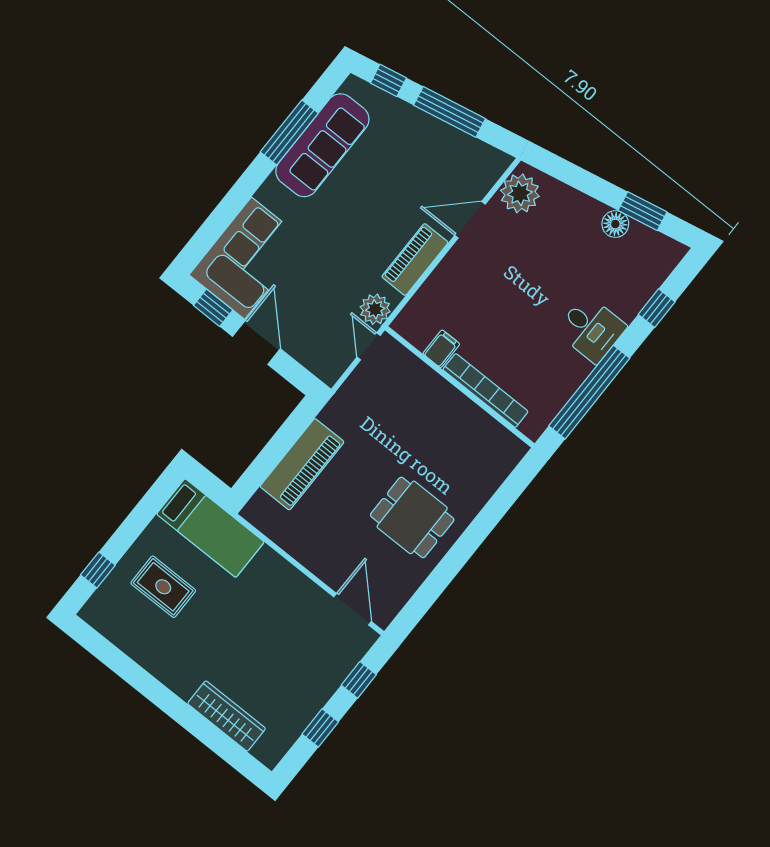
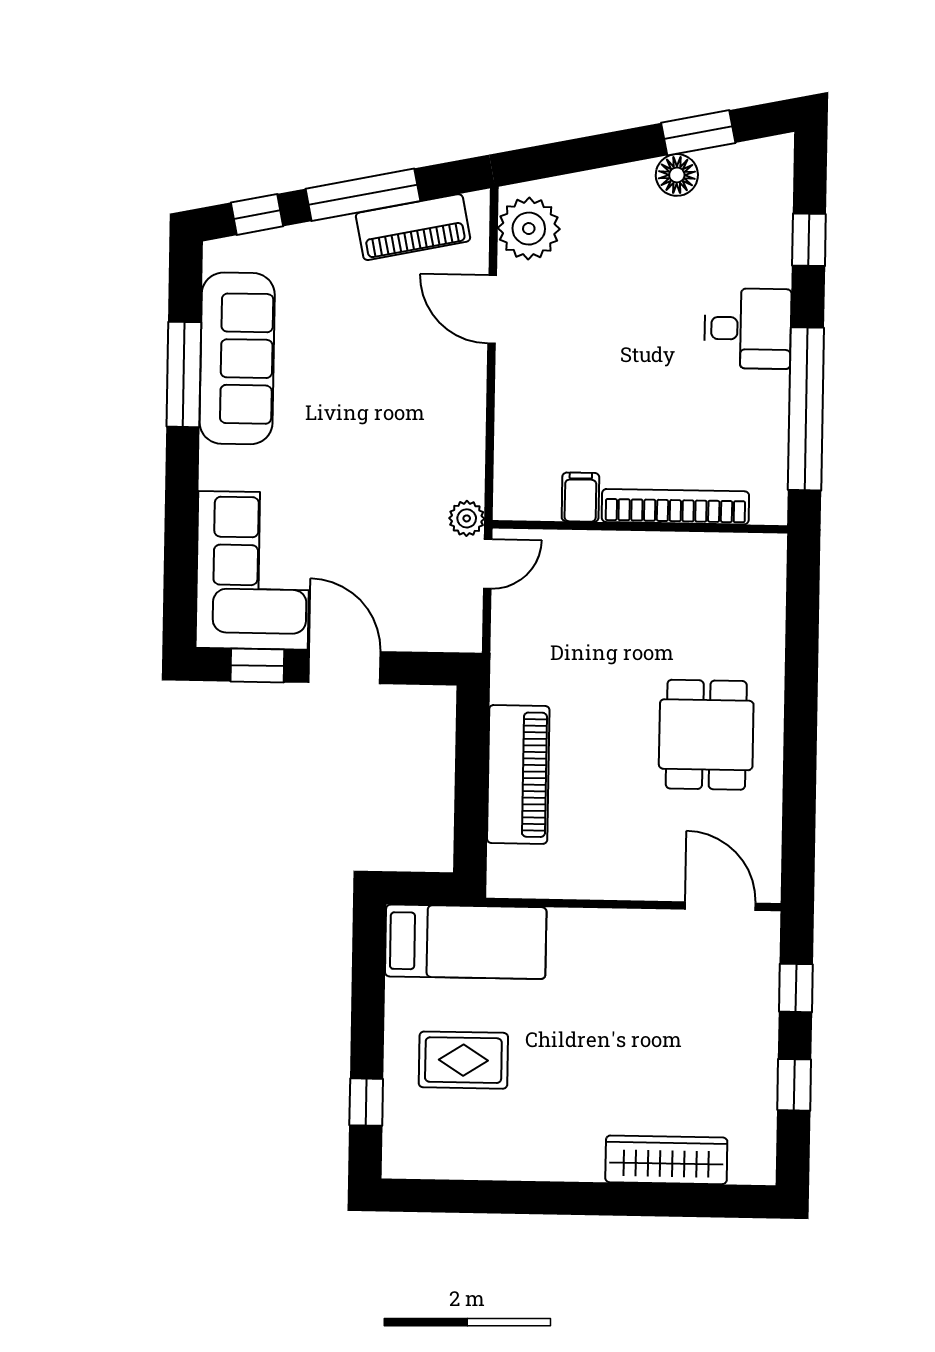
door: (470, 220) -> (492, 309), hinge flipped
piano: (415, 260) -> (413, 227), moved, turned -101
plant: (375, 309) -> (467, 518), width x0.73, depth x0.73
door: (369, 346) -> (488, 564), swing flipped
dining table: (412, 517) -> (706, 735), turned 90

